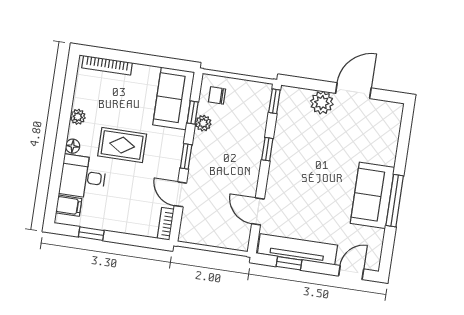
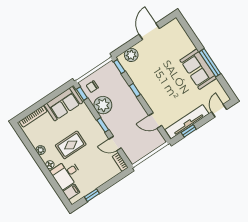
sofa: (174, 98) -> (63, 104), moved, turned -90
plant: (322, 103) -> (131, 55), moved
window: (193, 112) -> (82, 94), moved
plant: (203, 123) -> (103, 105), width x1.88, depth x1.88

